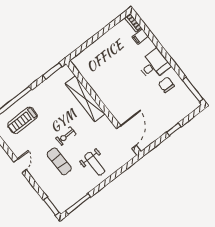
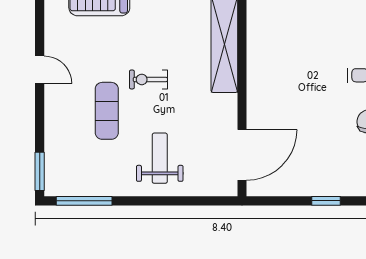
weight bench: (95, 164) -> (160, 158), turned 180
door: (20, 166) -> (40, 70), hinge flipped

